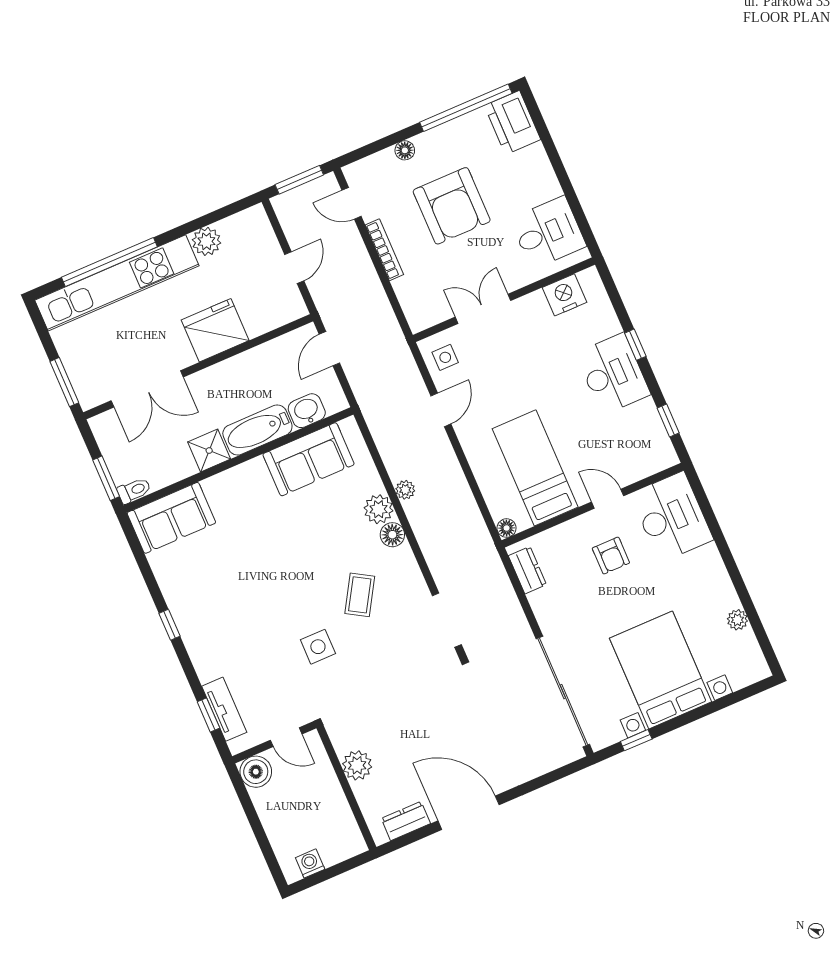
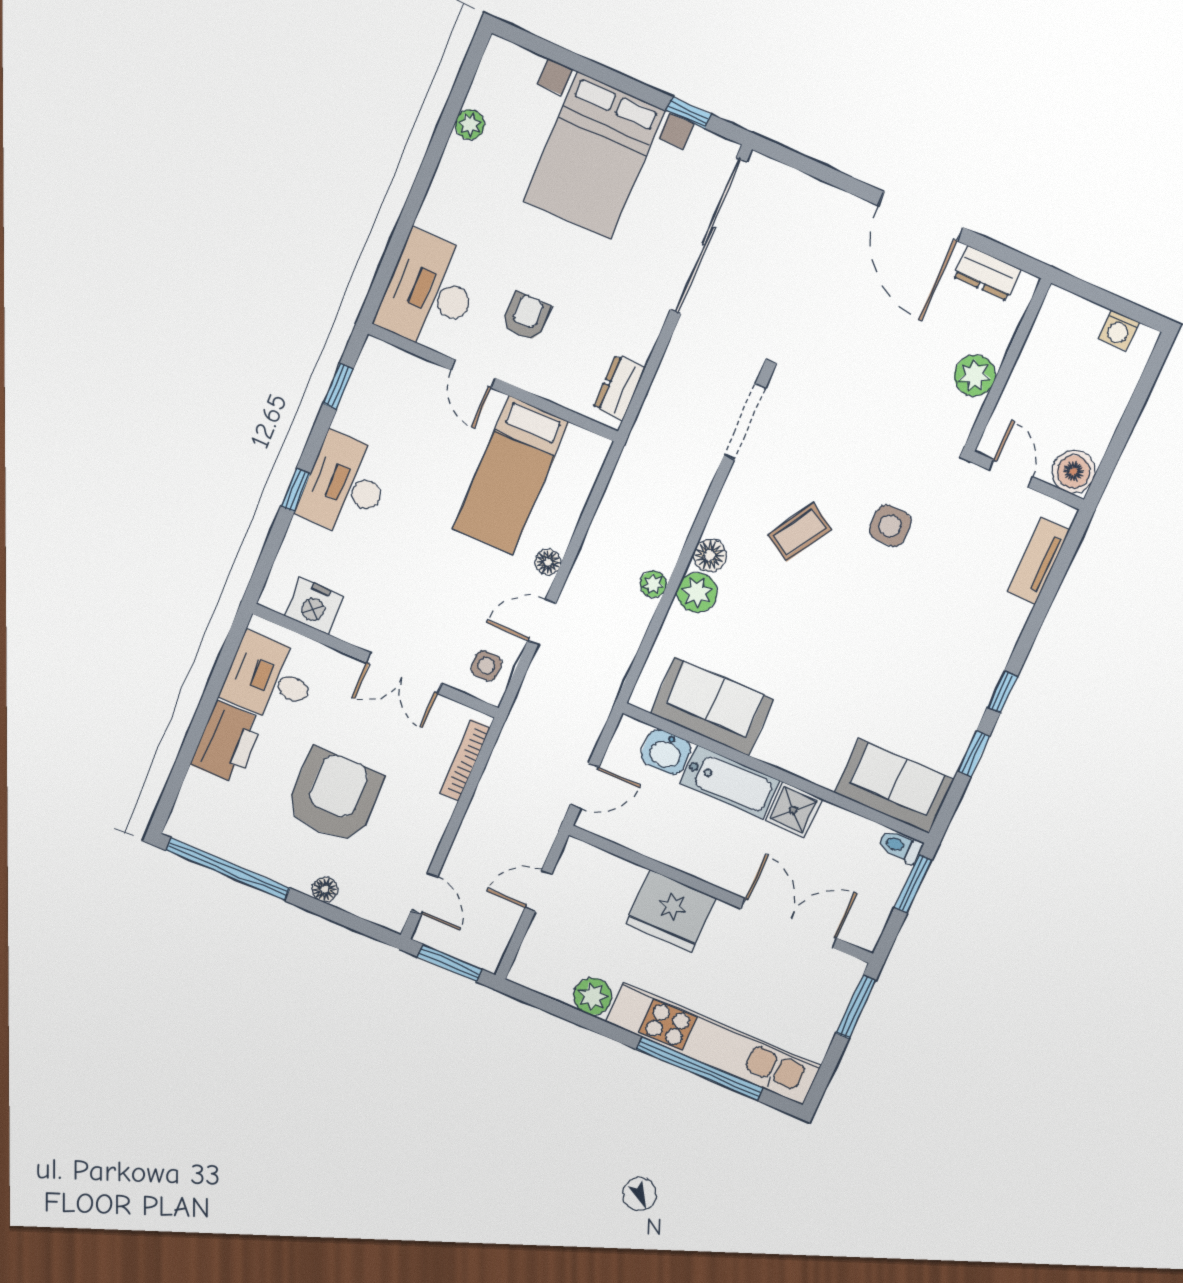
printer: (512, 123) -> (227, 742), moved
bookcase: (384, 250) -> (465, 760), moved
floor lamp: (507, 528) -> (548, 562), moved
window: (208, 715) -> (974, 754), moved

